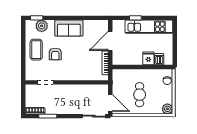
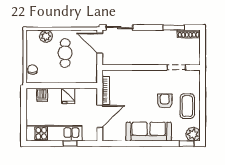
plant: (42, 26) -> (193, 134), moved
sofa: (69, 28) -> (149, 132), width x1.36
fridge: (148, 58) -> (68, 96), moved
plant: (167, 109) -> (46, 36), moved

